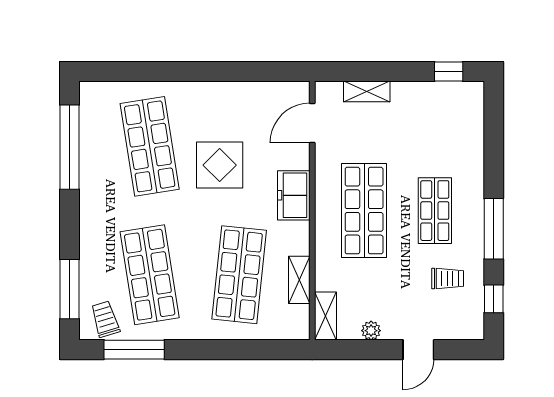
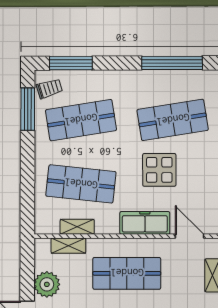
freezer: (294, 195) -> (145, 223), width x1.40
shelving: (325, 316) -> (68, 246), moved
plant: (371, 331) -> (47, 284), width x1.88, depth x1.88

